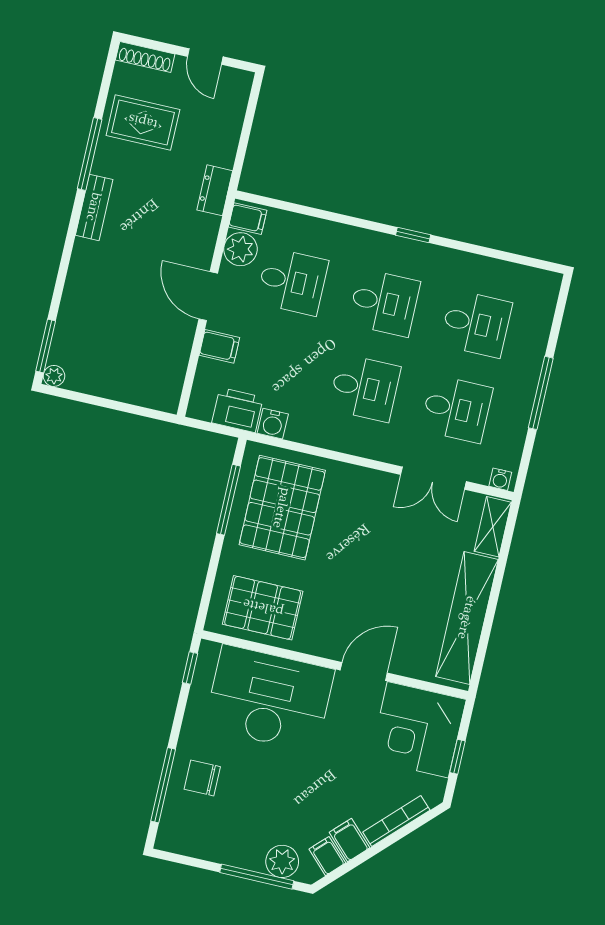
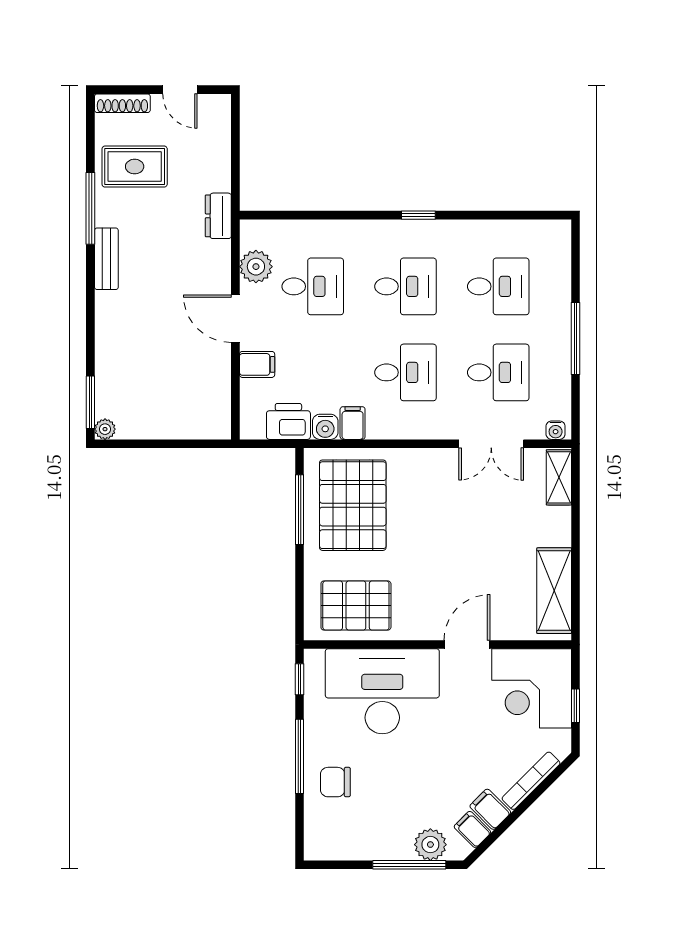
filing cabinet: (248, 219) -> (353, 423), moved, turned -90
shelving: (467, 618) -> (554, 591), width x0.68
window: (163, 785) -> (300, 756), moved

